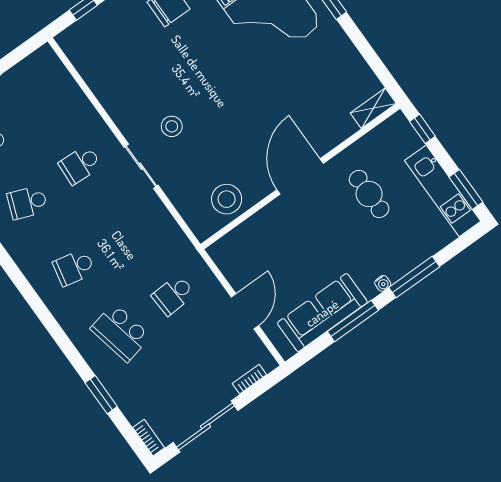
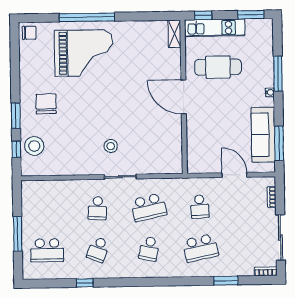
kitchen unit: (443, 191) -> (215, 28), moved
cafe table: (369, 194) -> (218, 67), width x1.37, depth x1.35
stool: (227, 199) -> (34, 146), moved
school desk: (127, 230) -> (149, 207), added
window: (353, 321) -> (279, 143), moved

